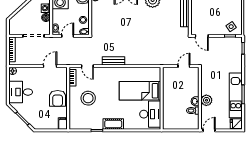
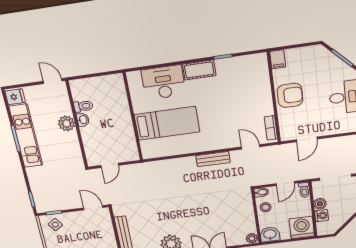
armchair: (58, 98) -> (290, 95), turned 90
stool: (88, 98) -> (243, 102), removed
desk: (150, 114) -> (164, 82), moved, turned 90
door: (209, 130) -> (53, 81), swing flipped

